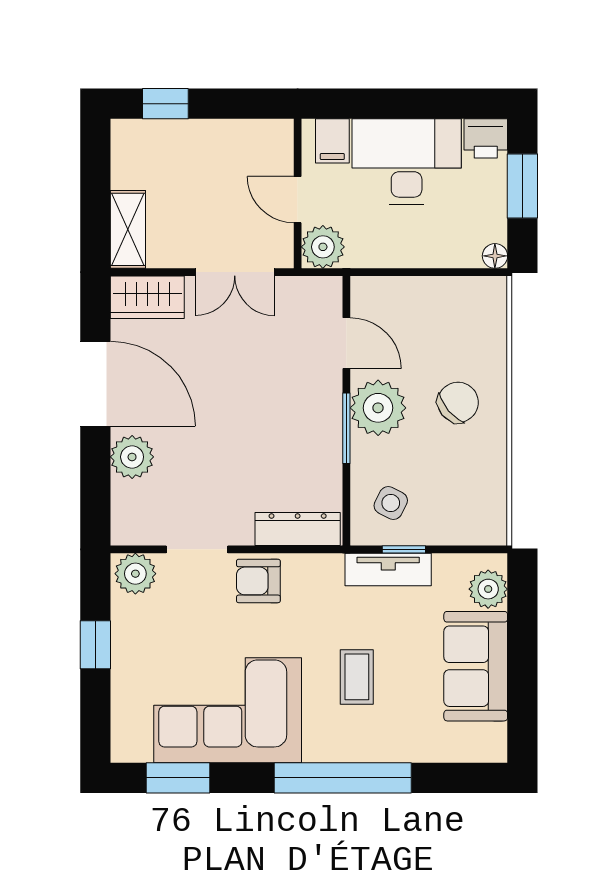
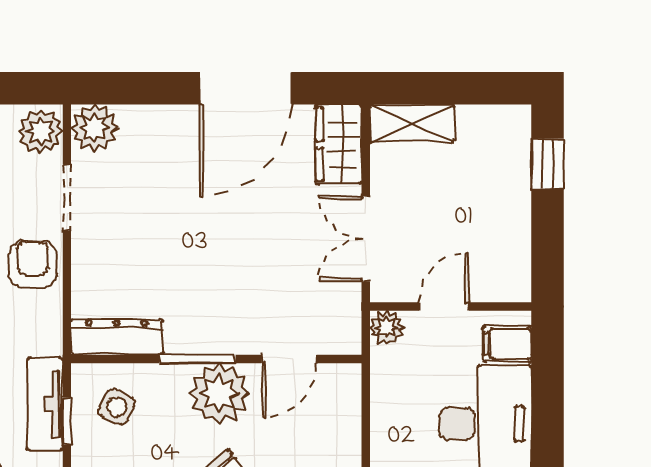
plant: (323, 247) -> (387, 327), width x0.73, depth x0.73
plant: (132, 457) -> (94, 128), moved
dresser: (298, 529) -> (117, 337), moved, turned -90

